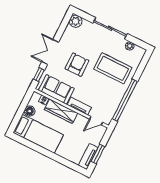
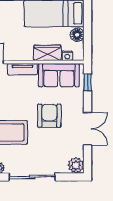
double door: (50, 52) -> (88, 129), moved
armchair: (77, 65) -> (49, 116), turned 180
wardrobe: (61, 111) -> (47, 53), width x0.67

